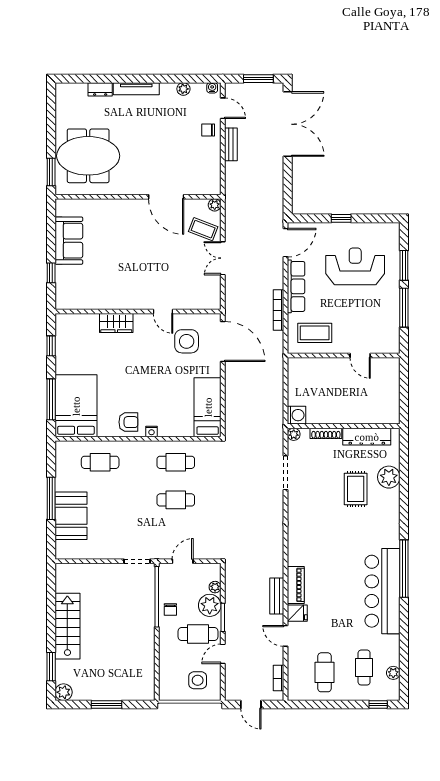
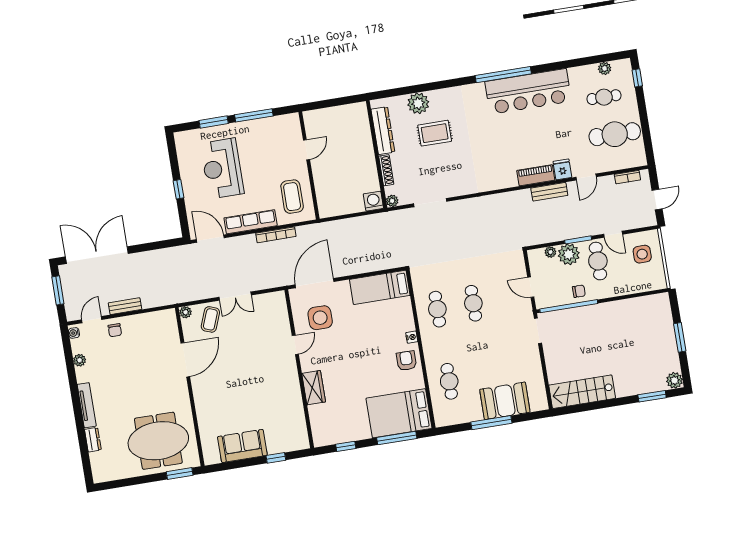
meeting table: (88, 156) -> (158, 441), turned 90
stairs: (67, 626) -> (582, 392), moved
cafe table: (324, 672) -> (615, 134), width x1.37, depth x1.35

